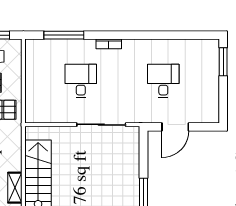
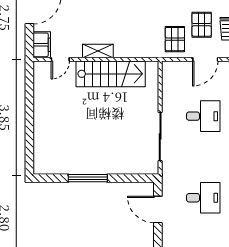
door: (23, 79) -> (205, 59), added

